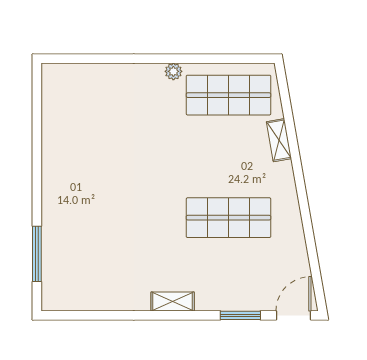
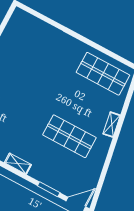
plant: (173, 71) -> (81, 47), removed
shelving: (279, 140) -> (112, 125), moved

